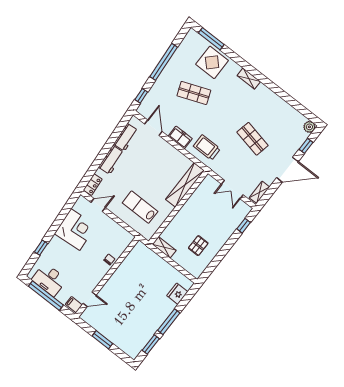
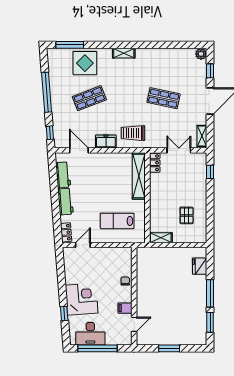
locker: (206, 184) -> (155, 163), added
double door: (232, 189) -> (179, 150), swing flipped
corner desk: (75, 229) -> (82, 299), moved
filing cabinet: (74, 305) -> (125, 308), moved

